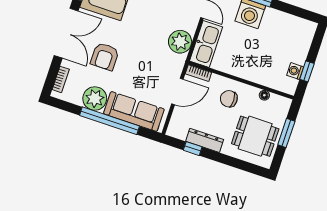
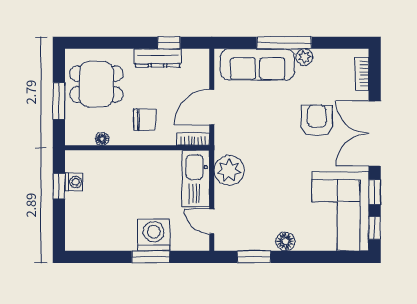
plant: (95, 98) -> (304, 57), width x0.53, depth x0.53
window: (110, 121) -> (284, 43), width x0.68

